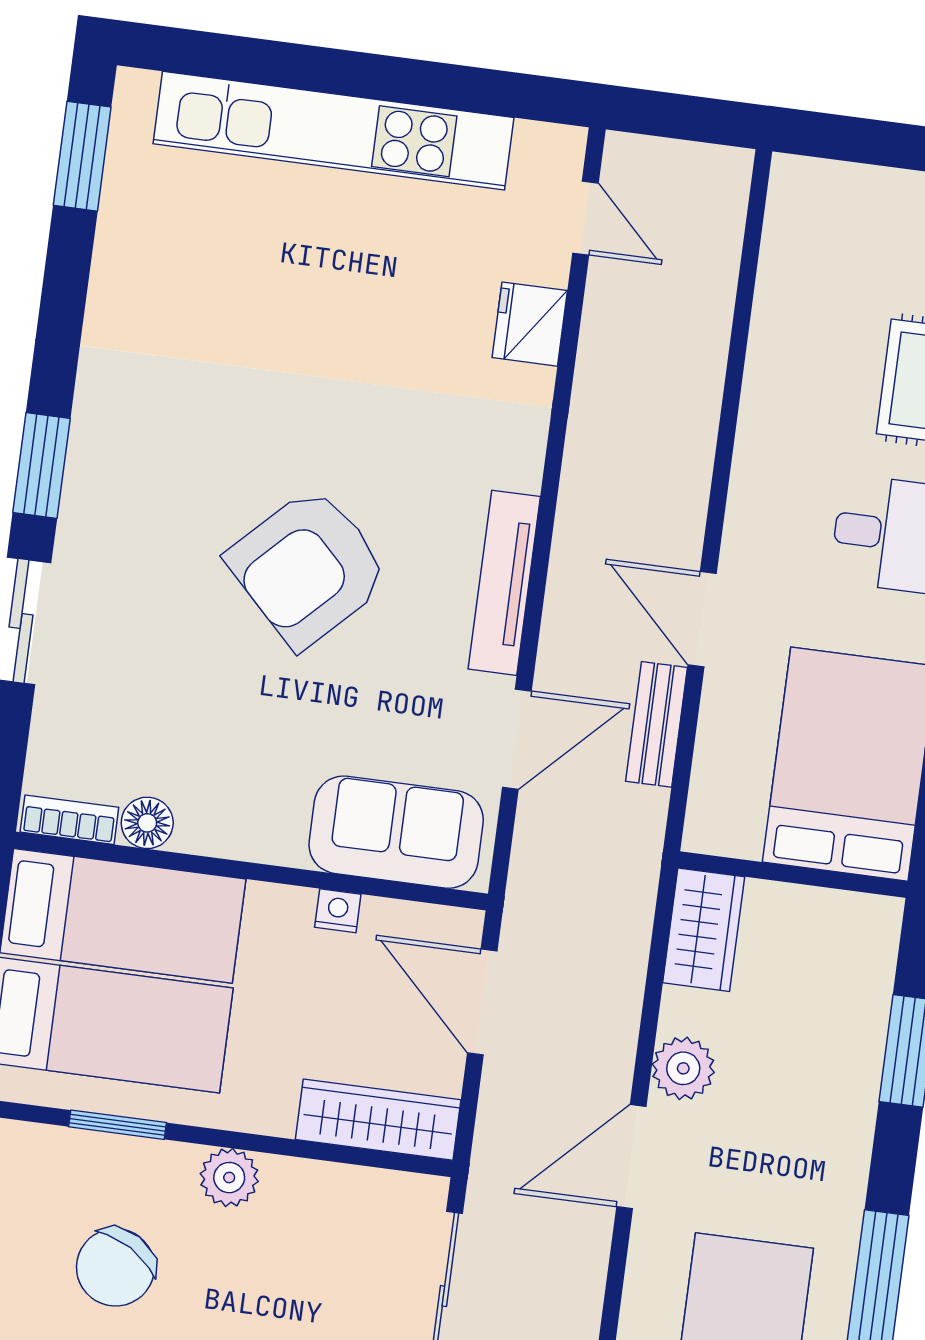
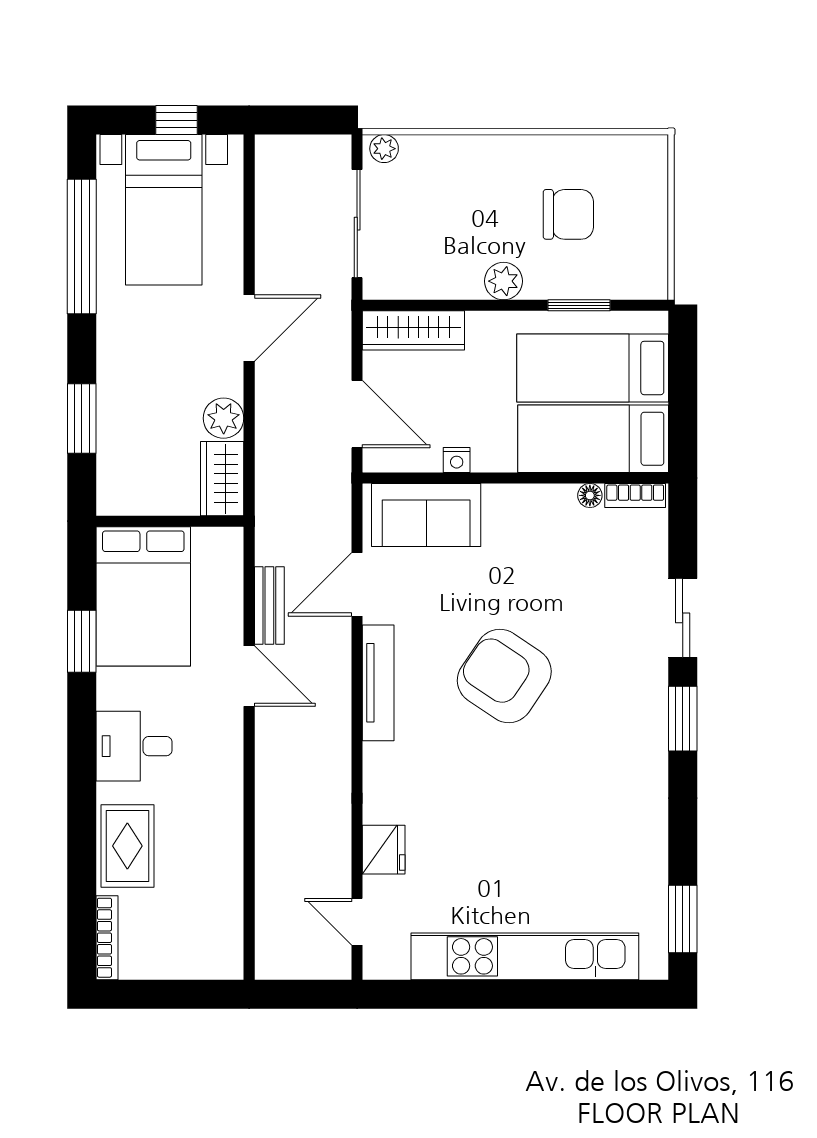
armchair: (308, 568) -> (504, 676), turned -101
floor lamp: (147, 823) -> (590, 495), width x0.73, depth x0.73
plant: (683, 1068) -> (224, 418), moved
chair: (115, 1267) -> (568, 214), turned 59

